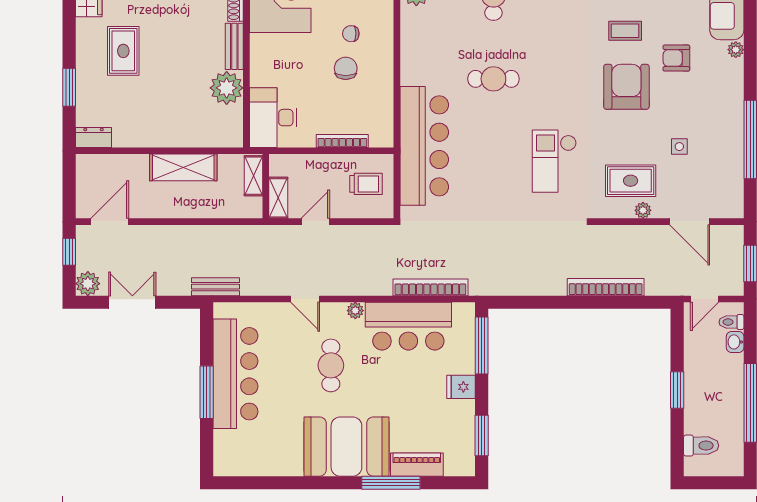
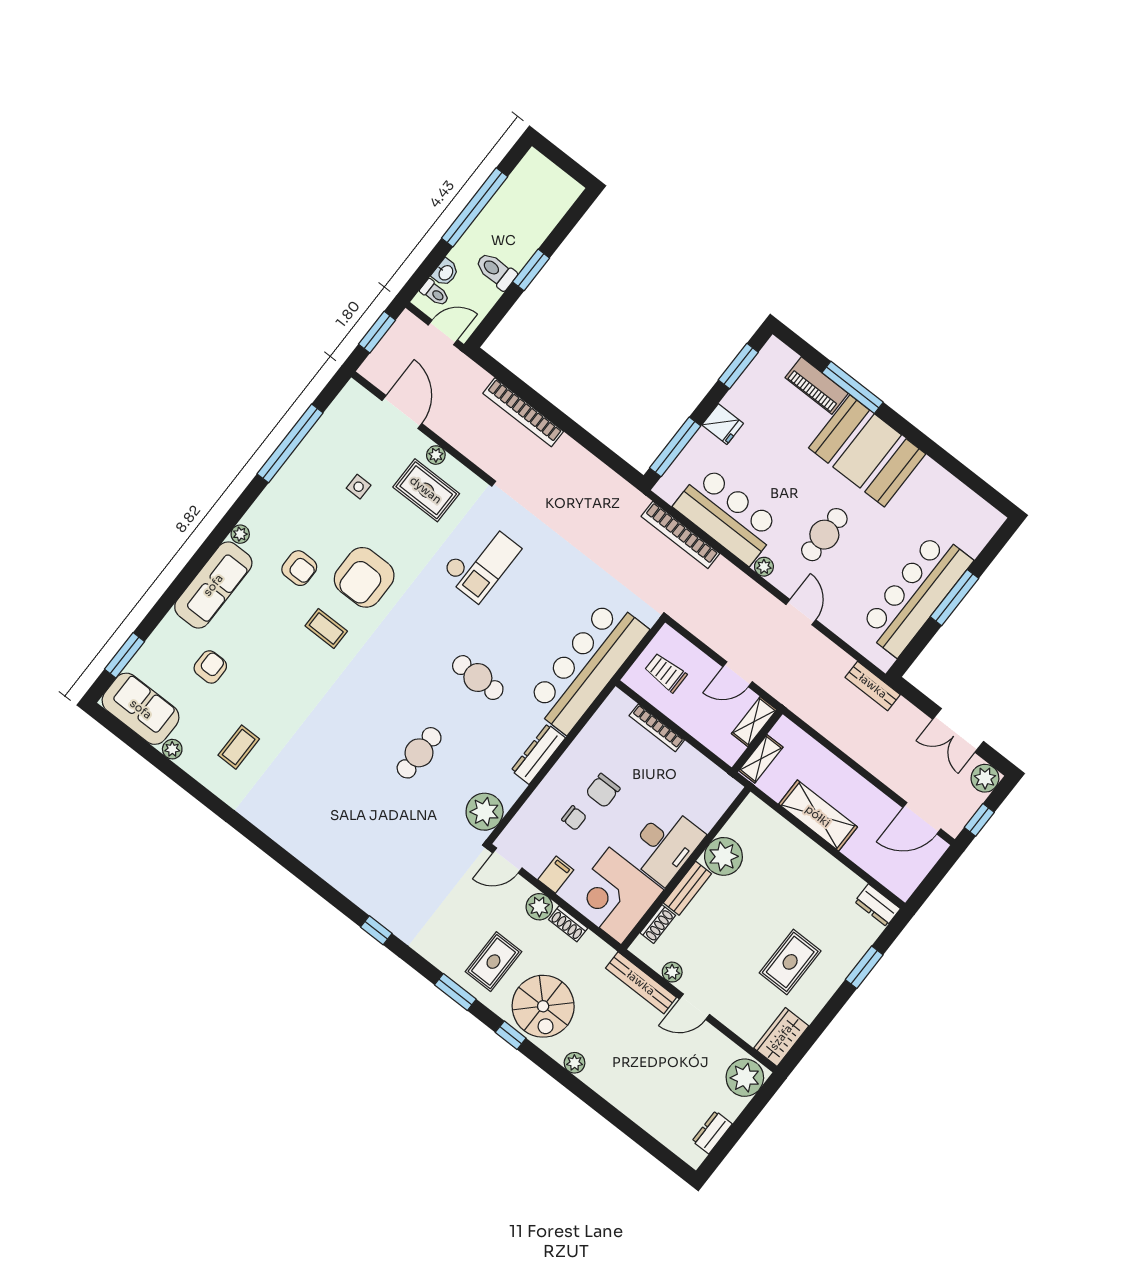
dresser: (410, 59) -> (538, 754), added
desk: (273, 118) -> (665, 845), moved
toilet: (701, 446) -> (496, 271), moved

